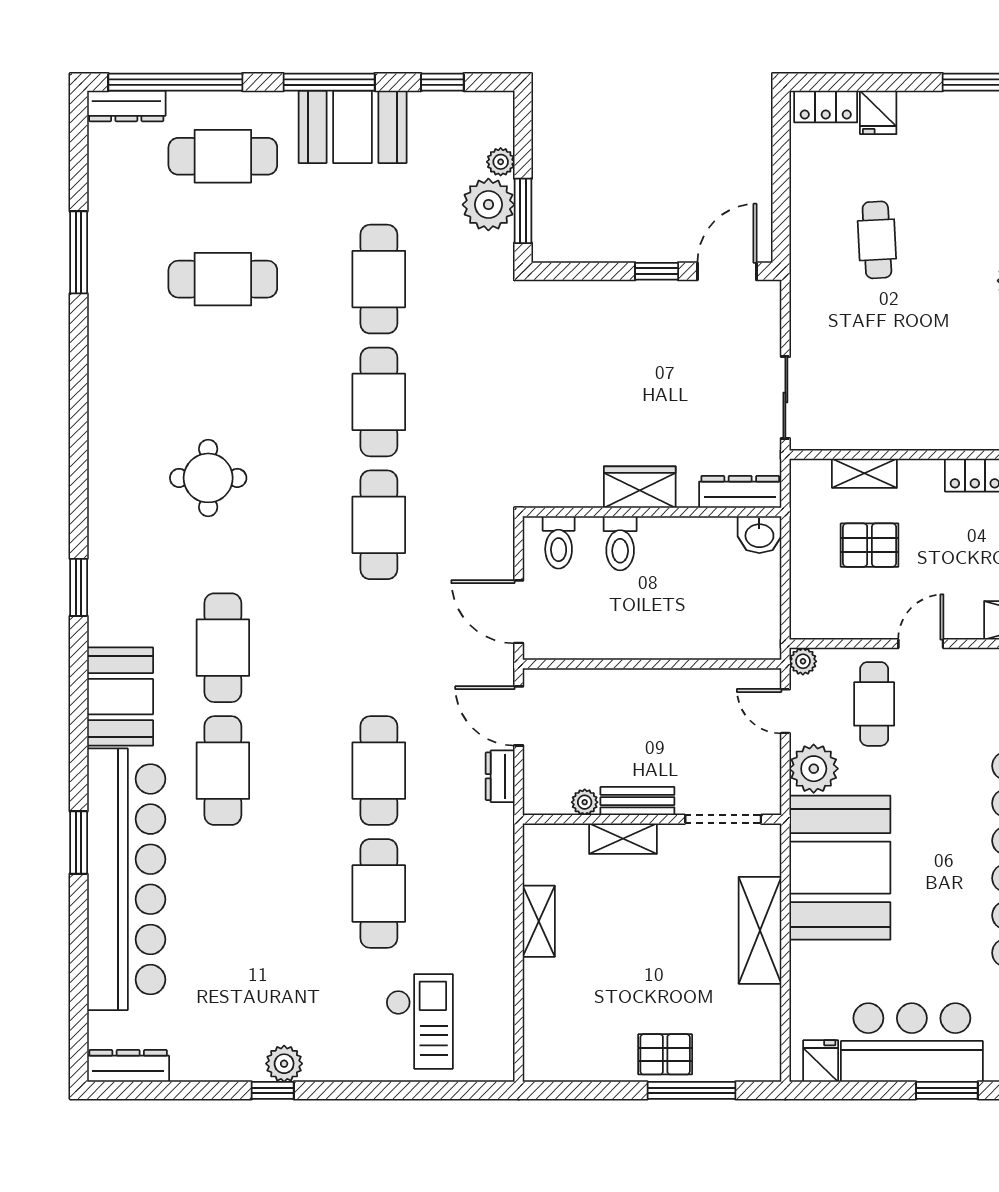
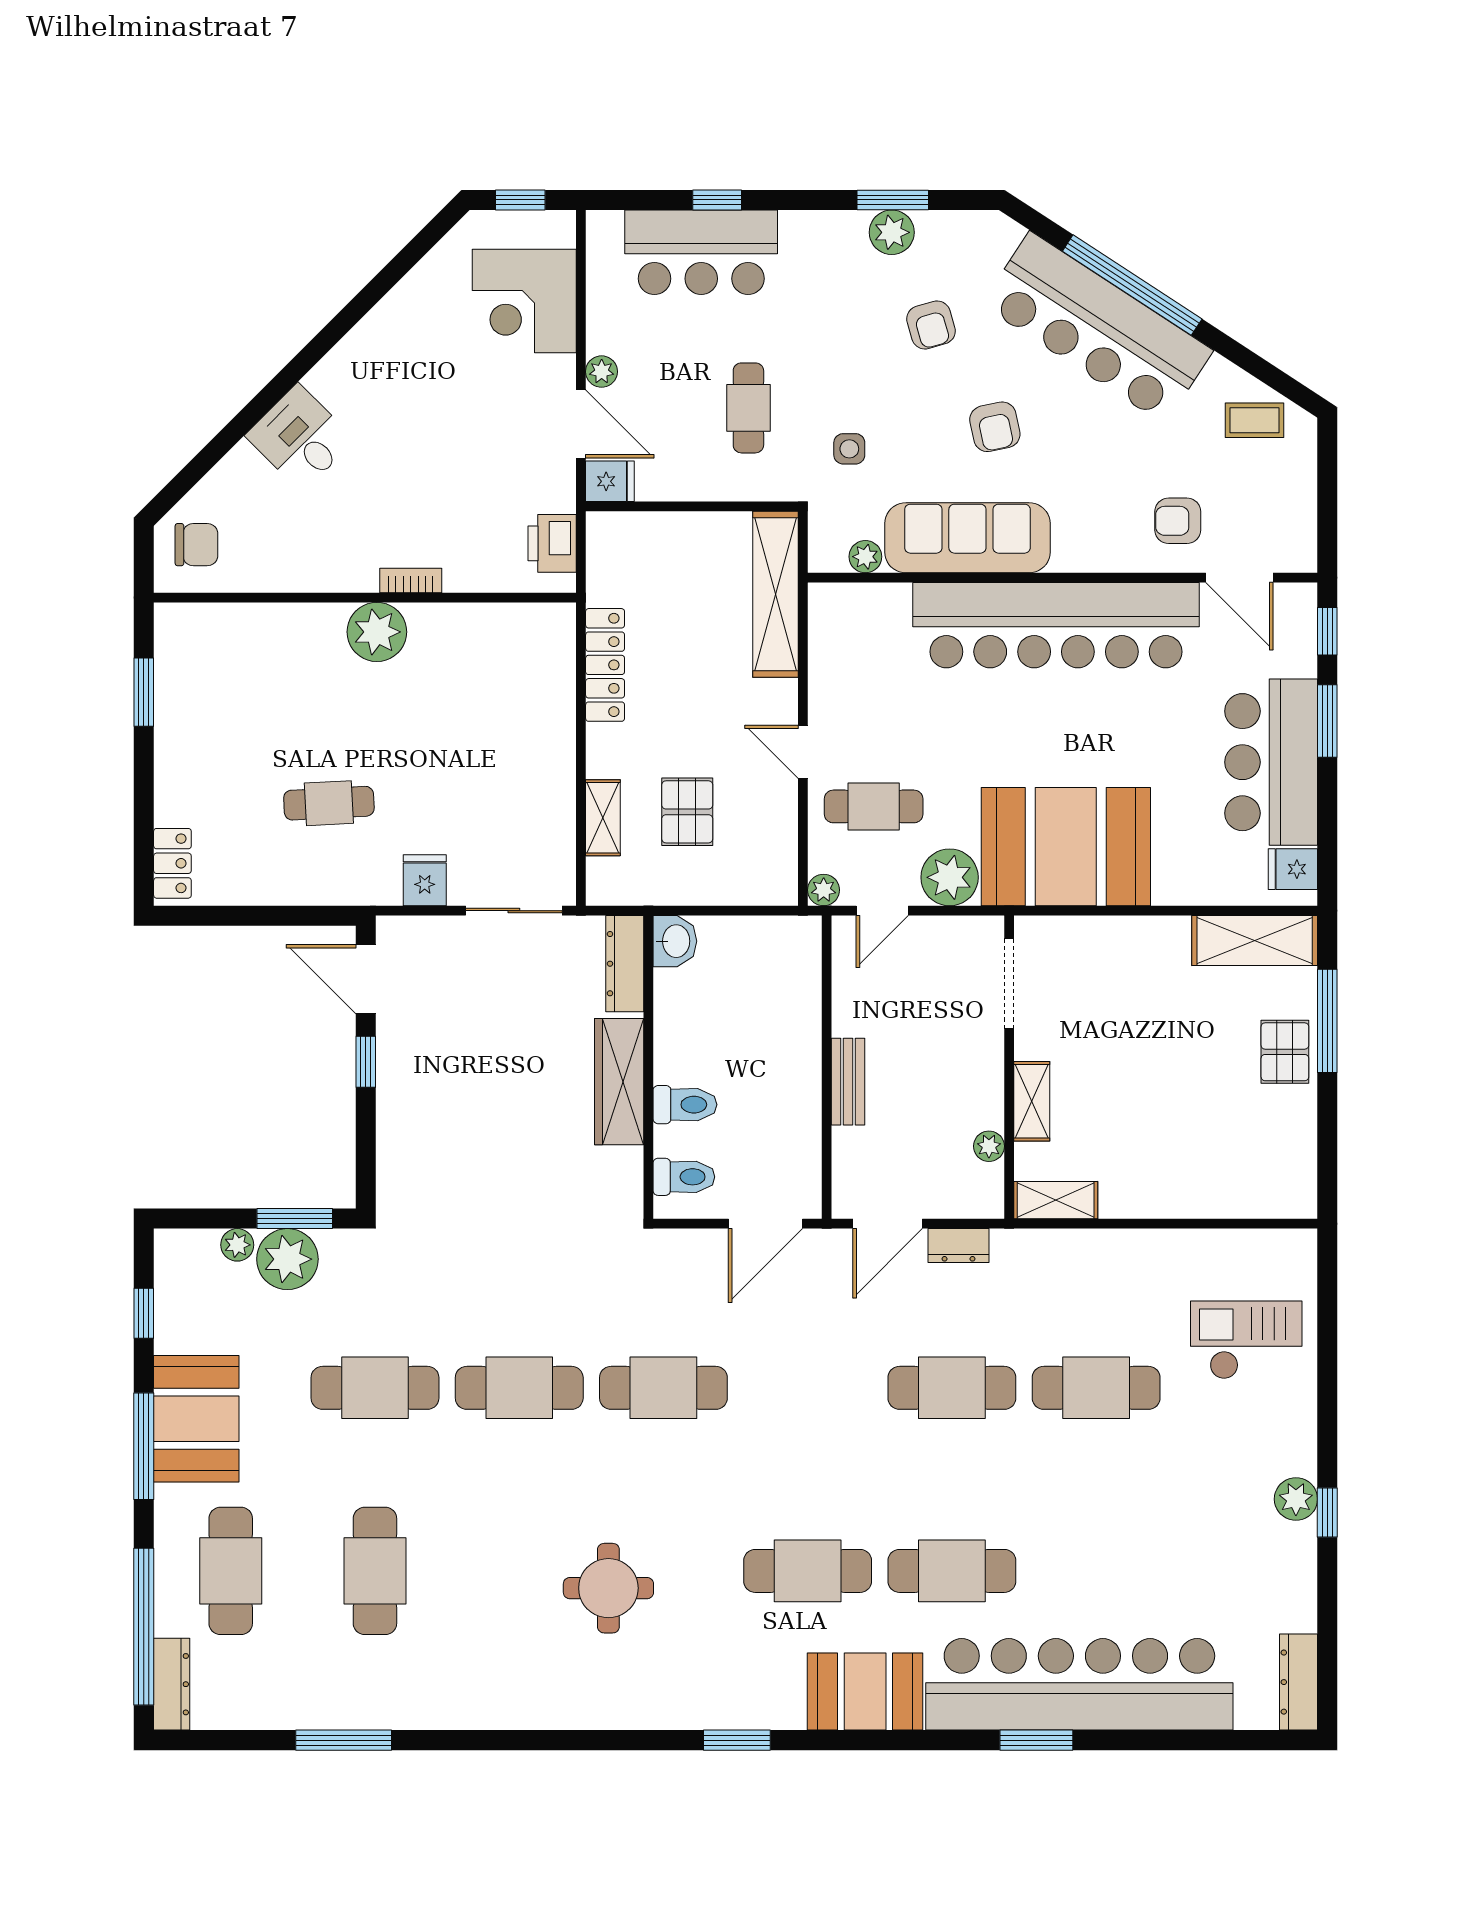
fridge: (878, 112) -> (425, 880), moved, turned -90
wardrobe: (640, 487) -> (619, 1082), width x1.50
bench: (637, 801) -> (848, 1082), moved
shelving: (539, 921) -> (1056, 1200), moved
shelving: (760, 930) -> (1255, 940), moved

